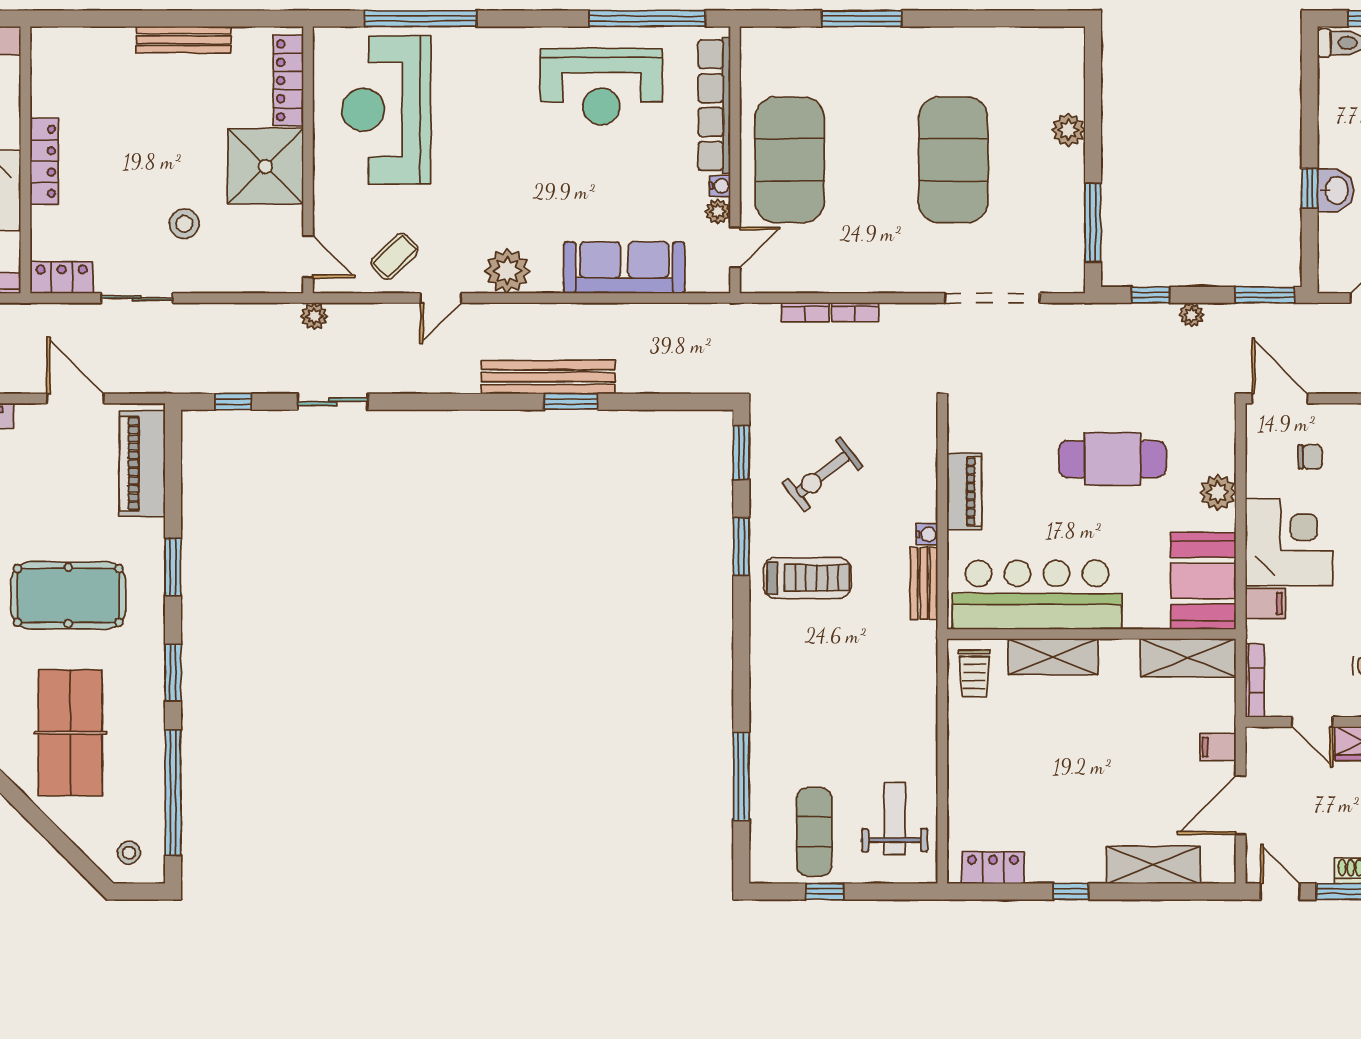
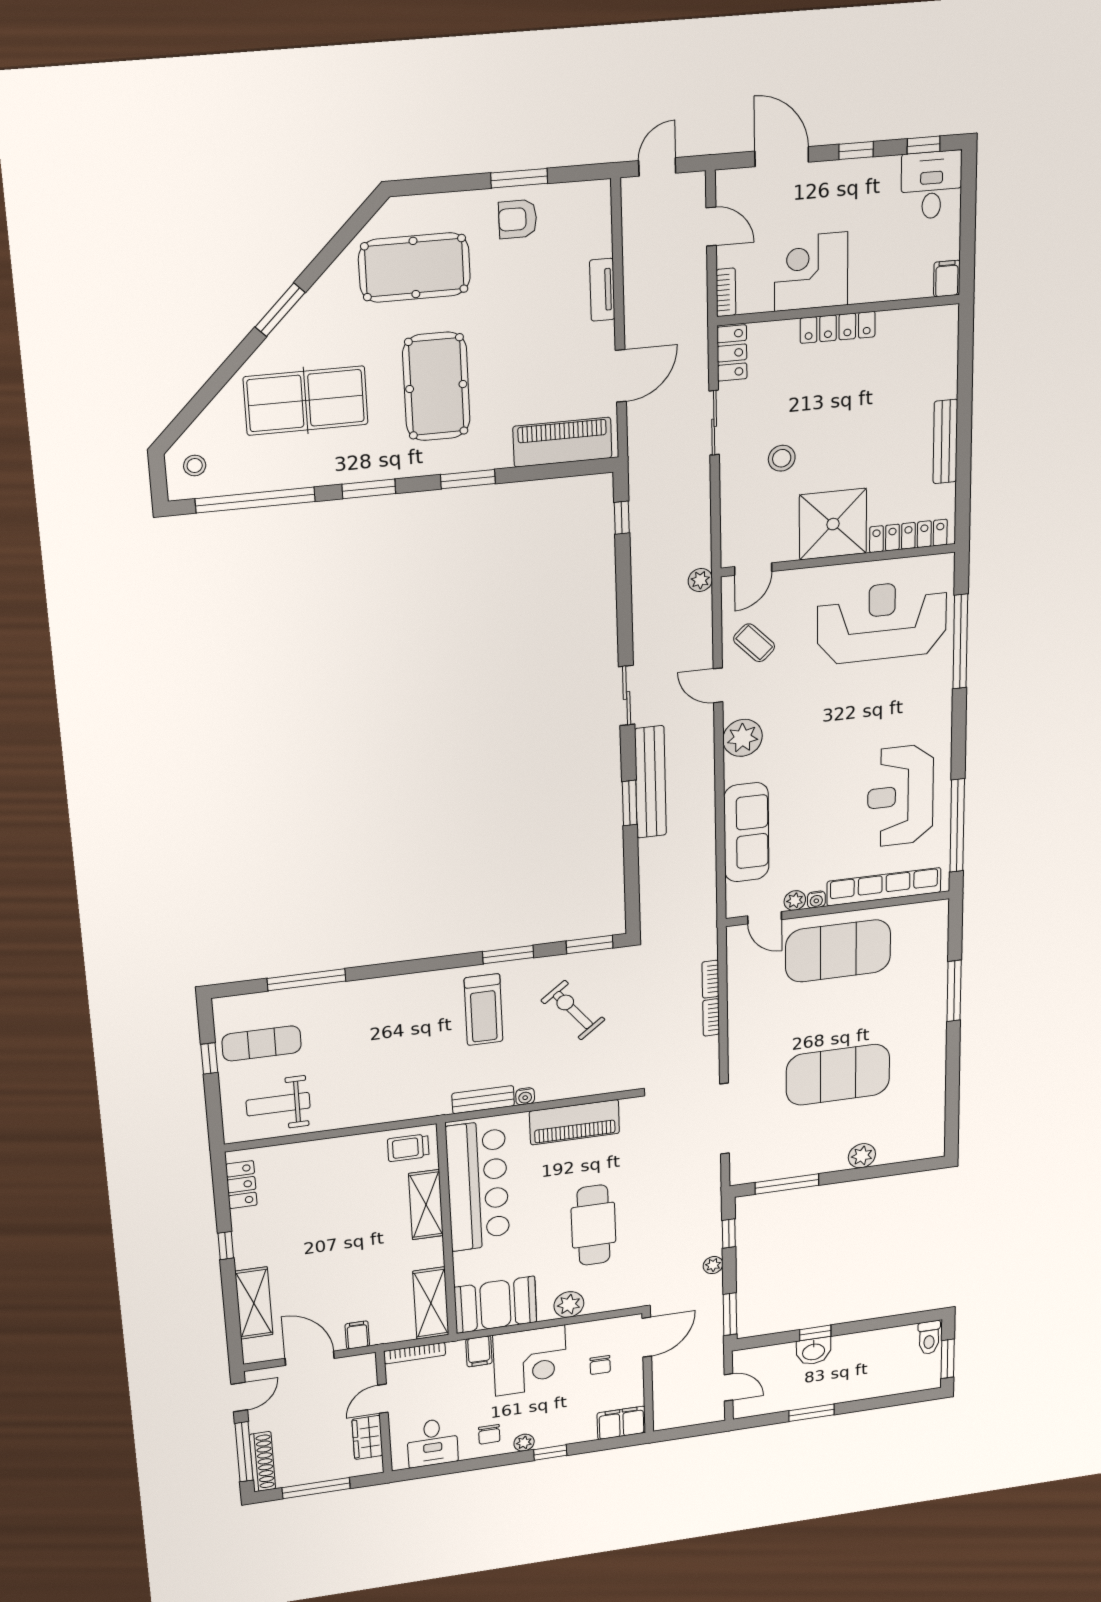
sliding door: (333, 402) -> (627, 696), moved
piano: (964, 491) -> (575, 1122), width x1.37, depth x1.33
weight bench: (895, 819) -> (278, 1104), turned 180

